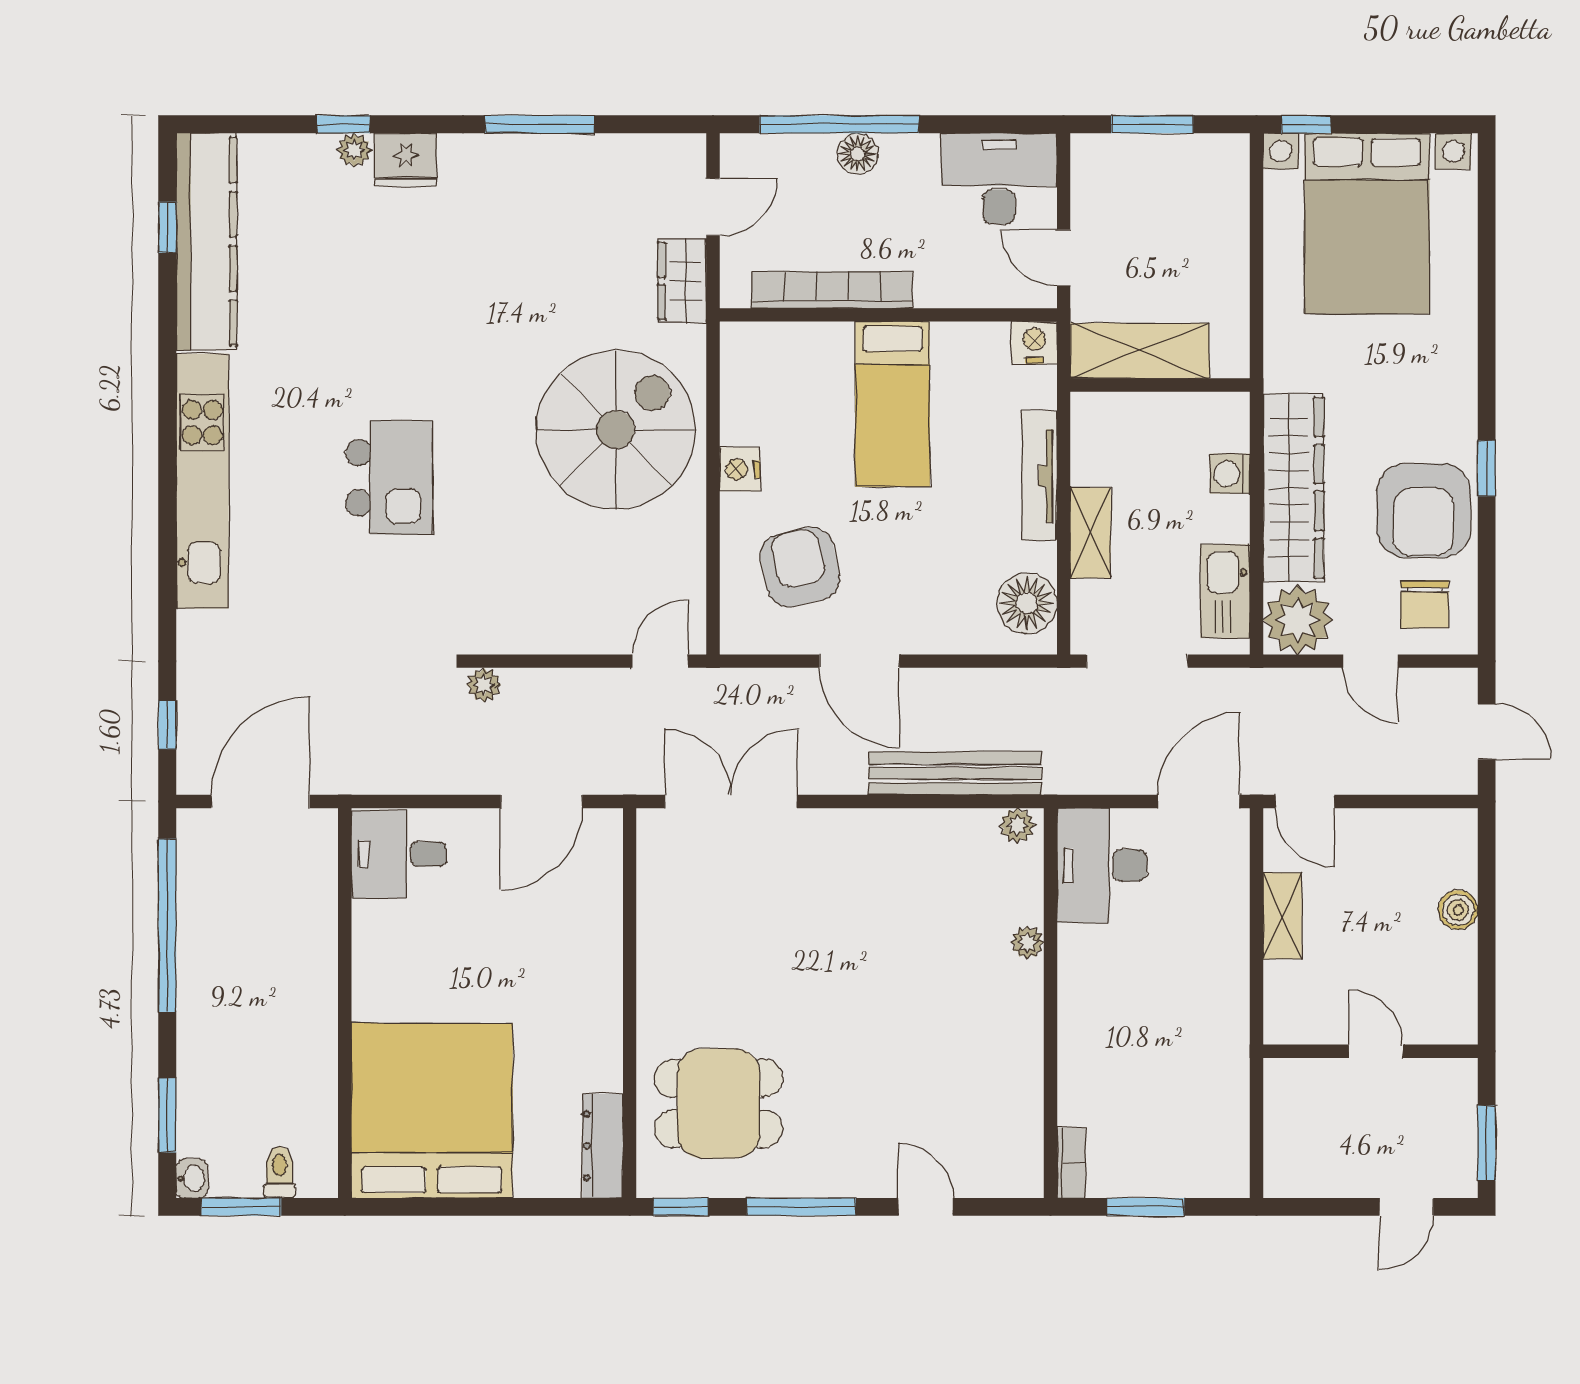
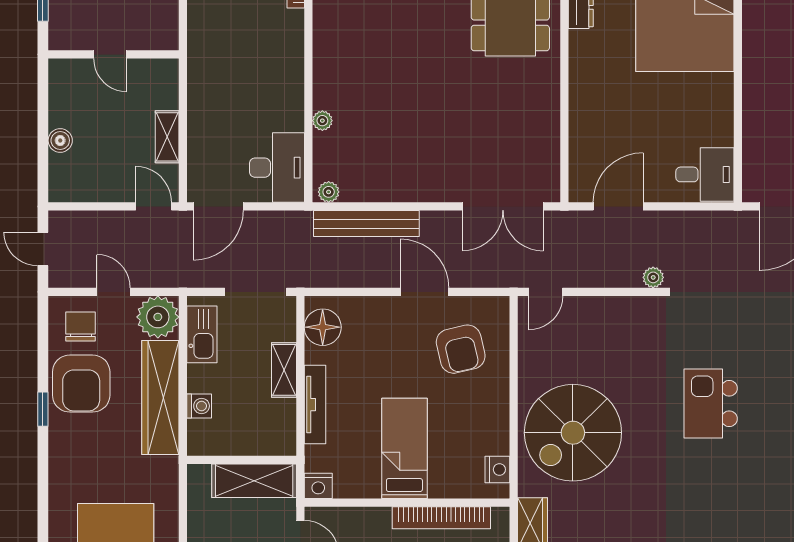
nightstand: (740, 469) -> (497, 470), moved
armchair: (1424, 510) -> (81, 384), turned 180

